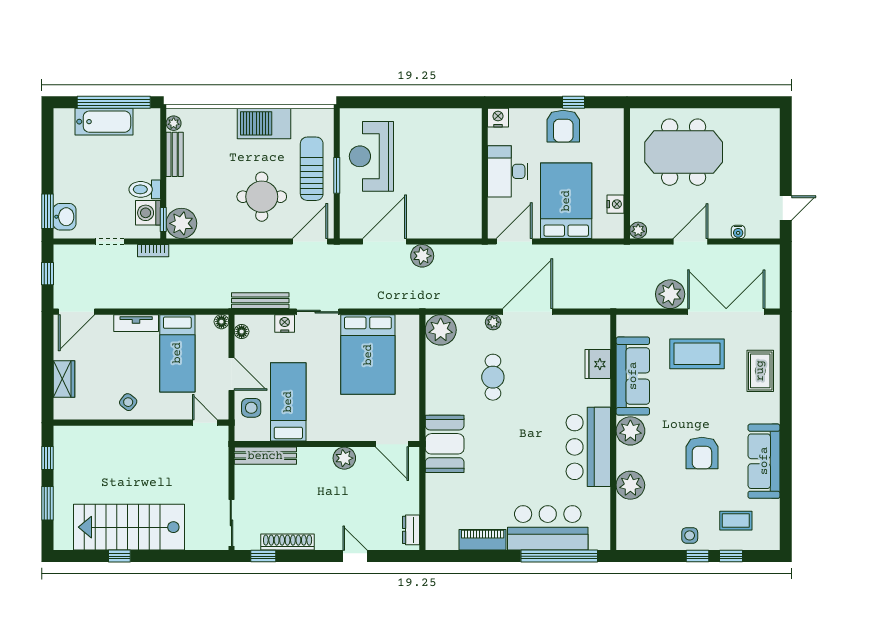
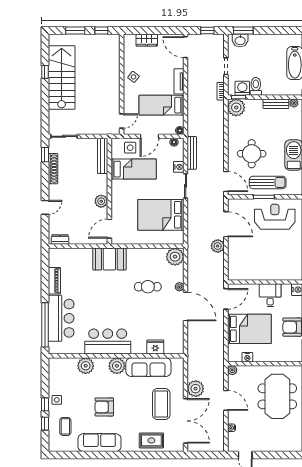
desk: (508, 171) -> (270, 295), width x0.73
door: (514, 241) -> (226, 299), hinge flipped

